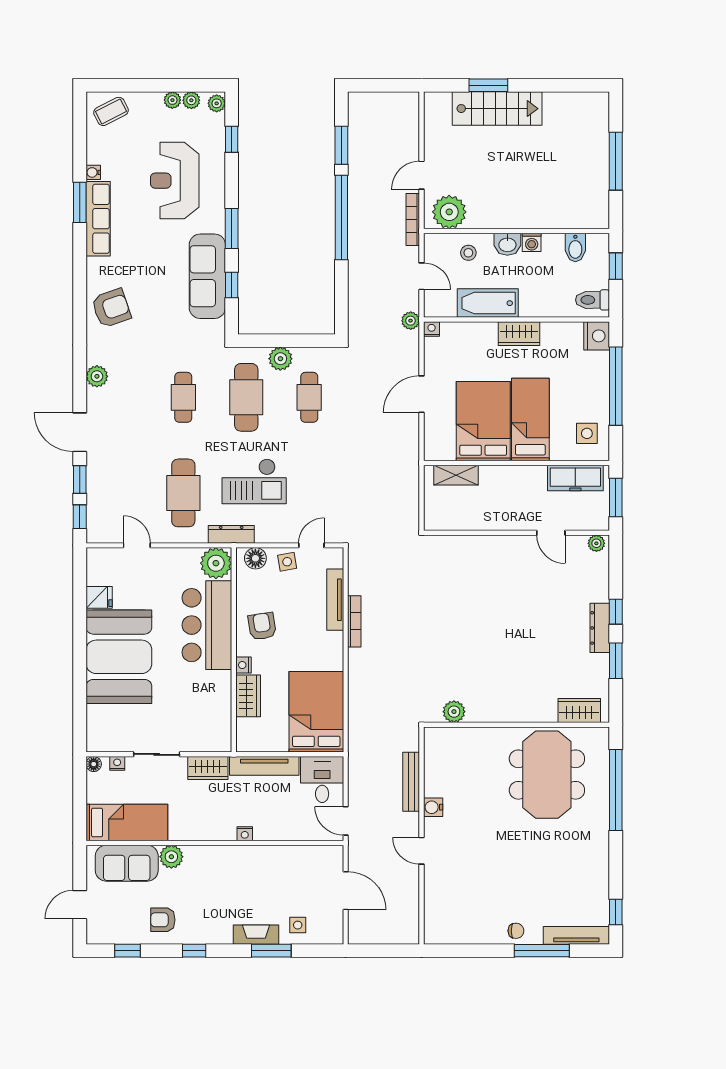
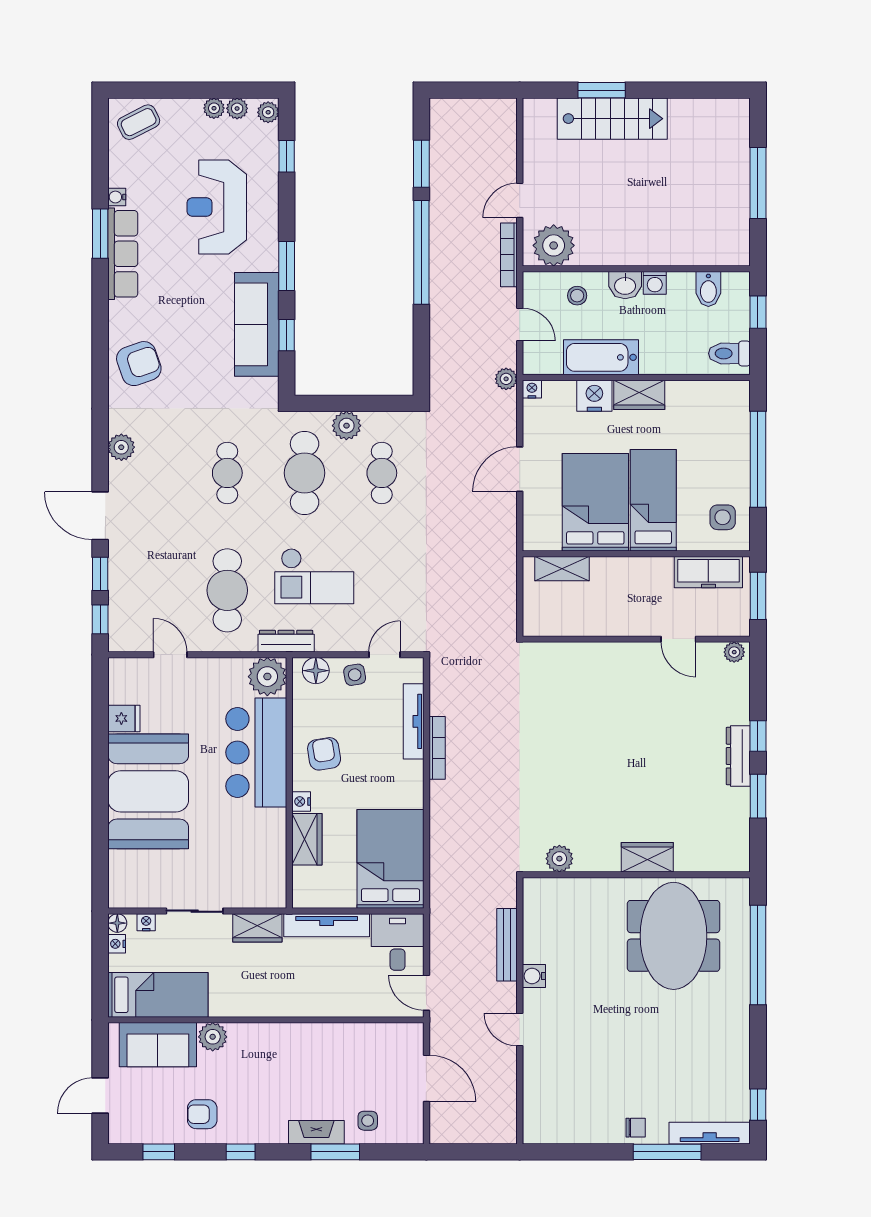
nightstand: (597, 336) -> (594, 396), moved, turned -90
wardrobe: (579, 710) -> (647, 857), moved
nightstand: (245, 834) -> (117, 944), moved, turned 90

